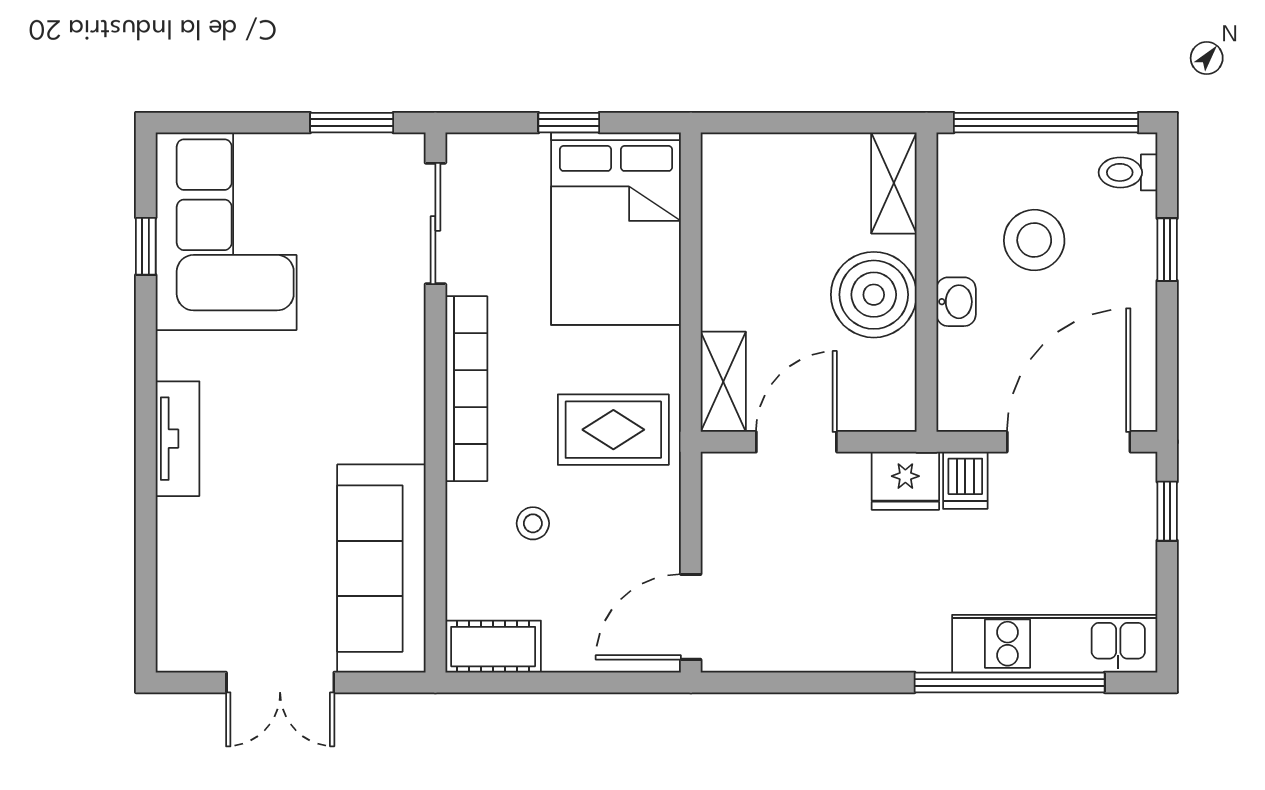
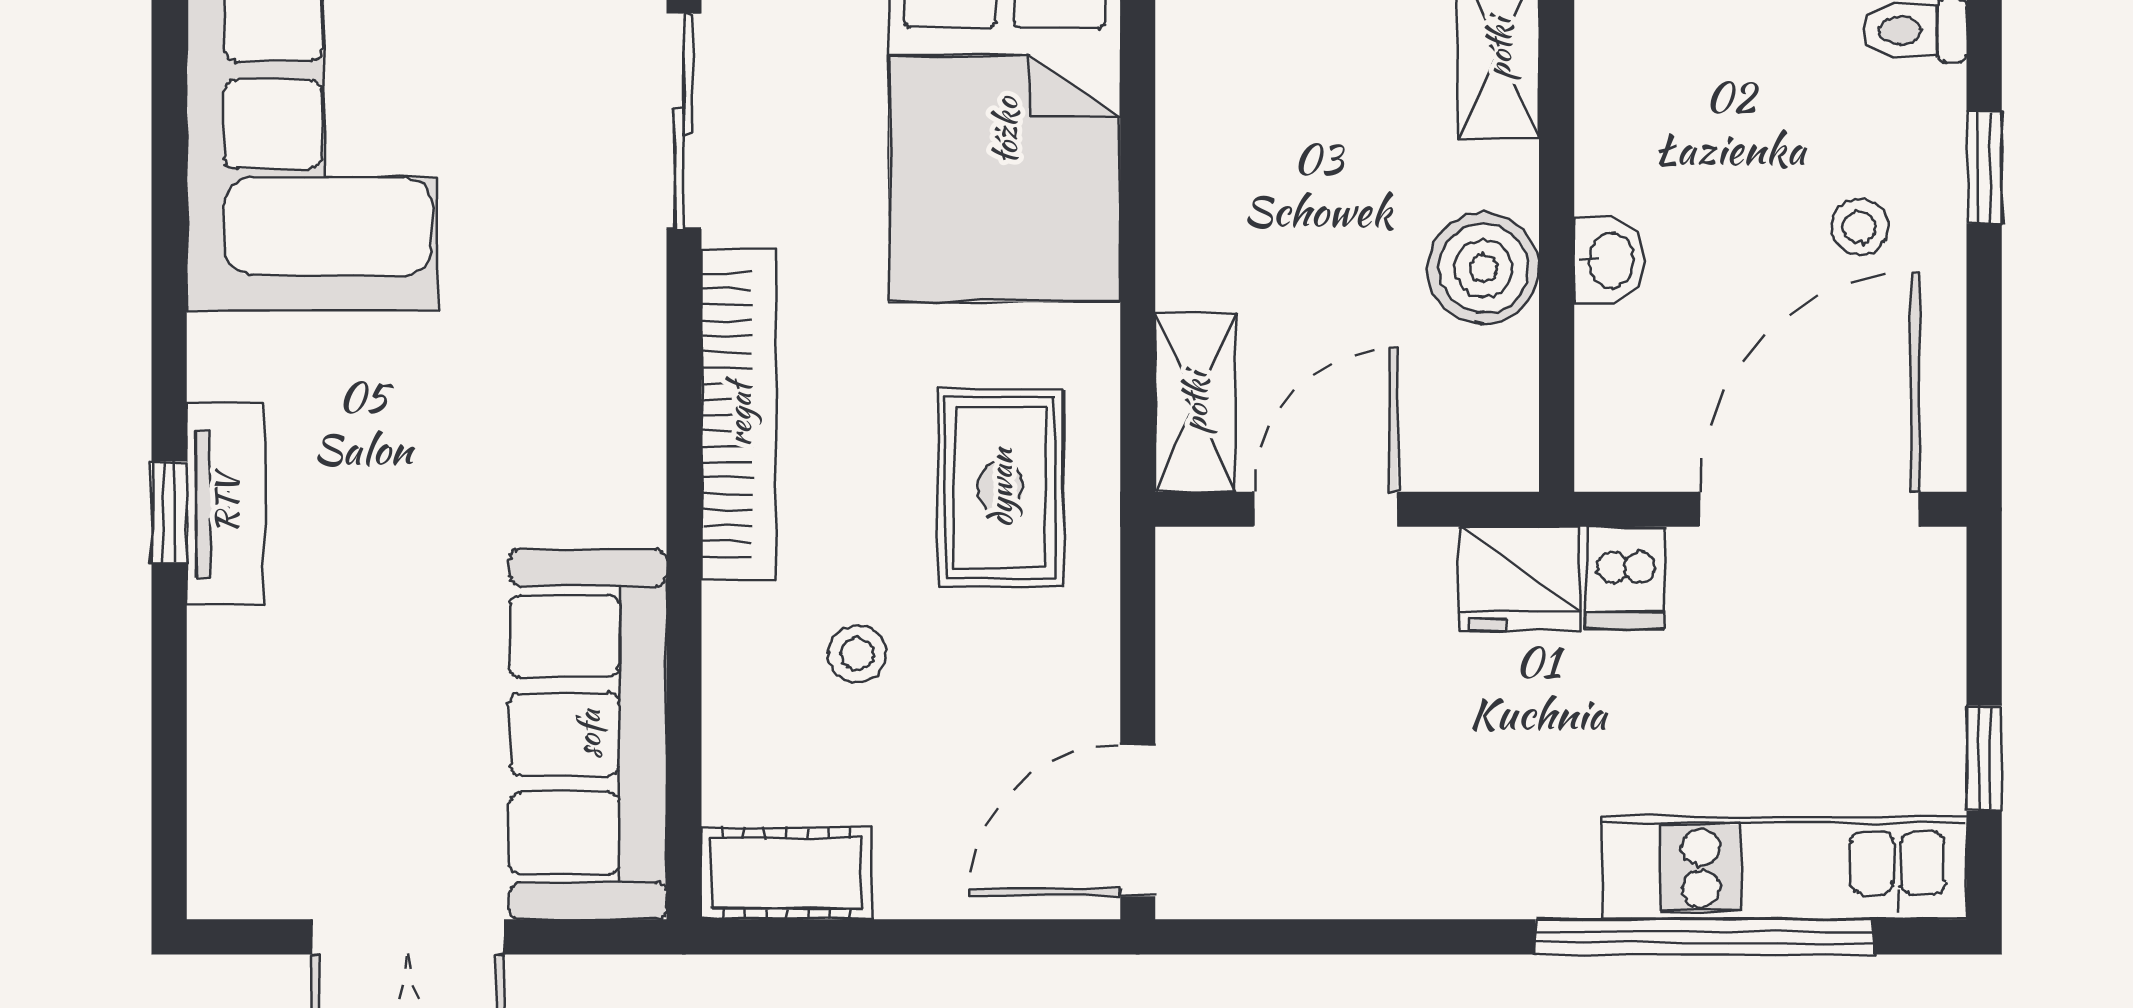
stool: (1034, 240) -> (1860, 227), moved, width x0.53, depth x0.53
window: (146, 246) -> (169, 512), moved
boiler: (874, 295) -> (1483, 268), width x0.73, depth x0.73
rug: (613, 430) -> (1000, 488), turned 90
window: (1167, 511) -> (1984, 758), moved

